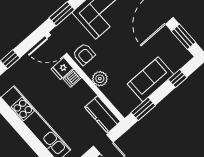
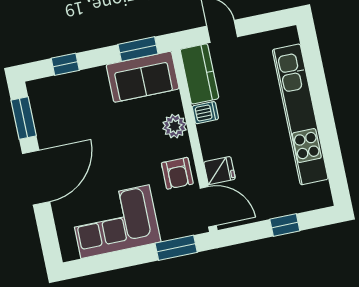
armchair: (84, 54) -> (177, 173), turned 180
dishwasher: (72, 78) -> (205, 113), moved
sofa: (151, 79) -> (143, 77), moved

